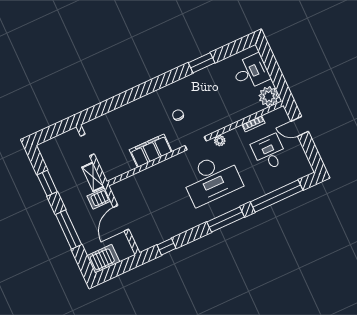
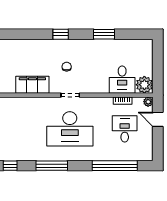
desk: (251, 72) -> (122, 80), moved, turned 90
window: (156, 84) -> (61, 34), added
plant: (220, 141) -> (148, 102), moved
window: (226, 220) -> (52, 166), moved

